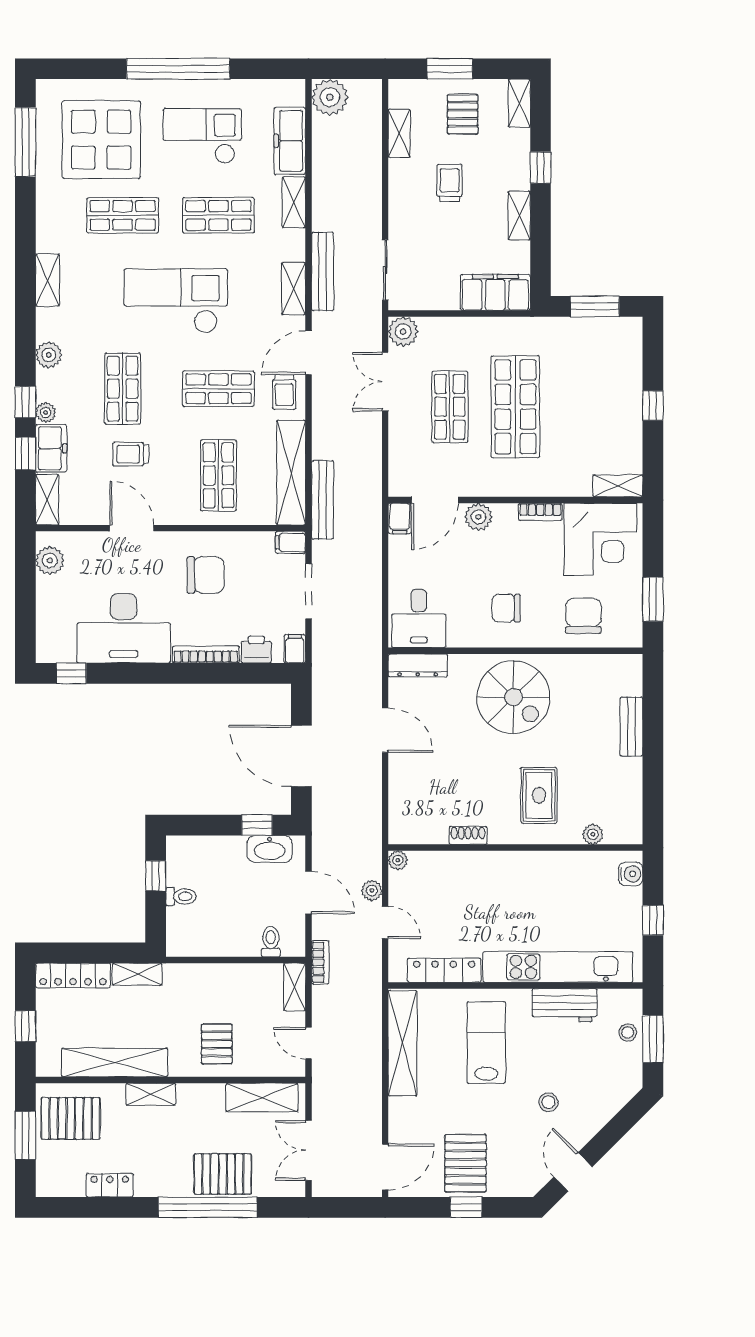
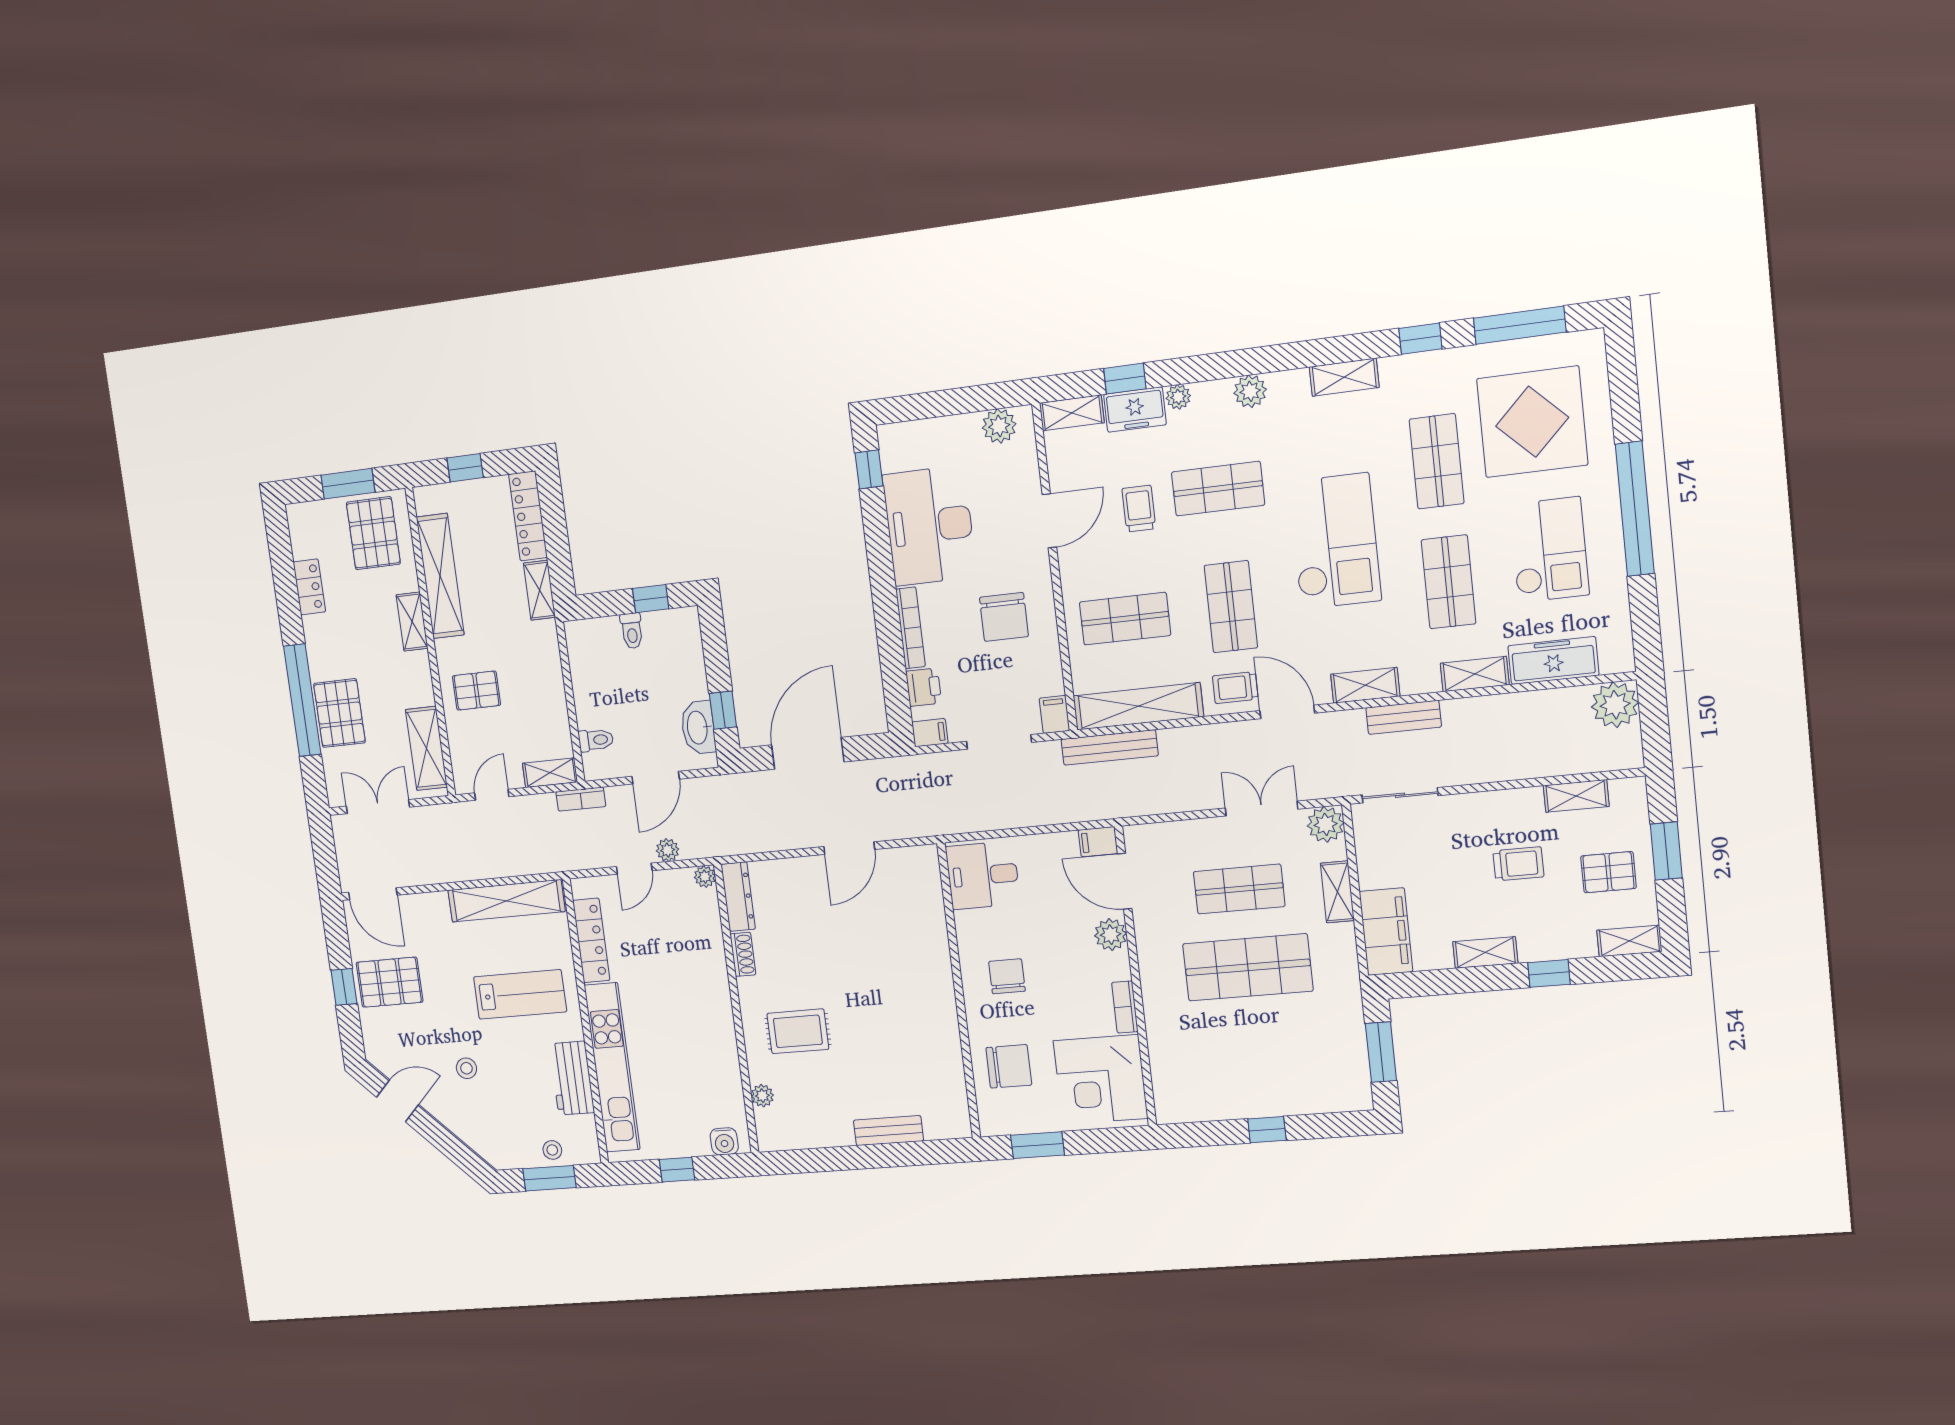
bench: (323, 271) -> (1404, 717), width x0.73
window: (25, 402) -> (1420, 339), moved
shelving: (618, 486) -> (1337, 892), moved
dresser: (418, 665) -> (738, 897), moved, turned 180
spiral stairs: (513, 697) -> (905, 993), removed

